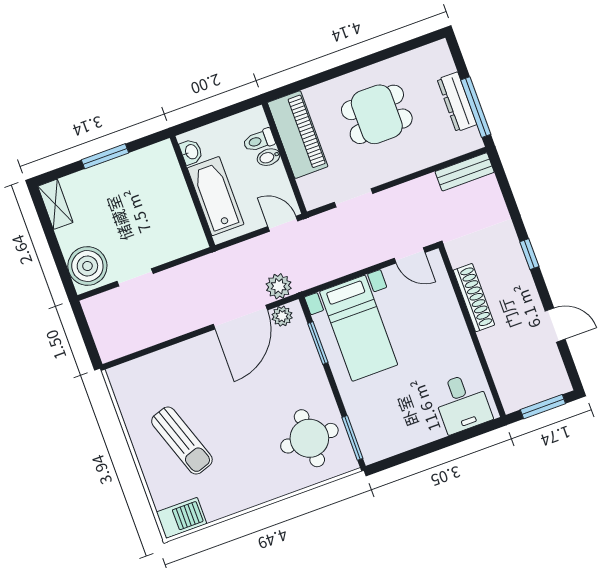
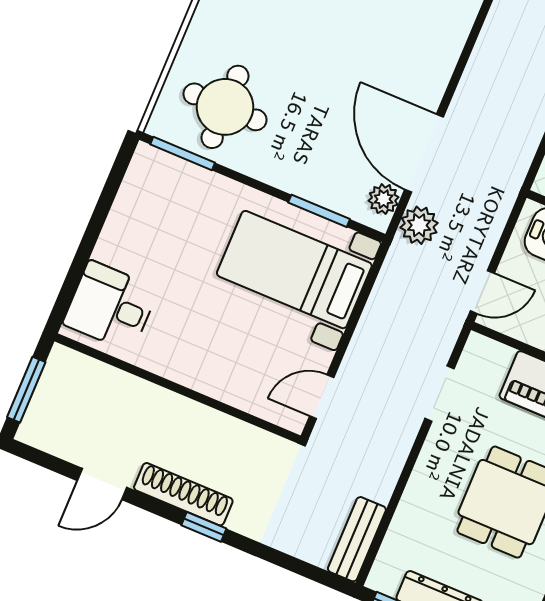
shoe rack: (474, 298) -> (183, 494), moved, turned 180

